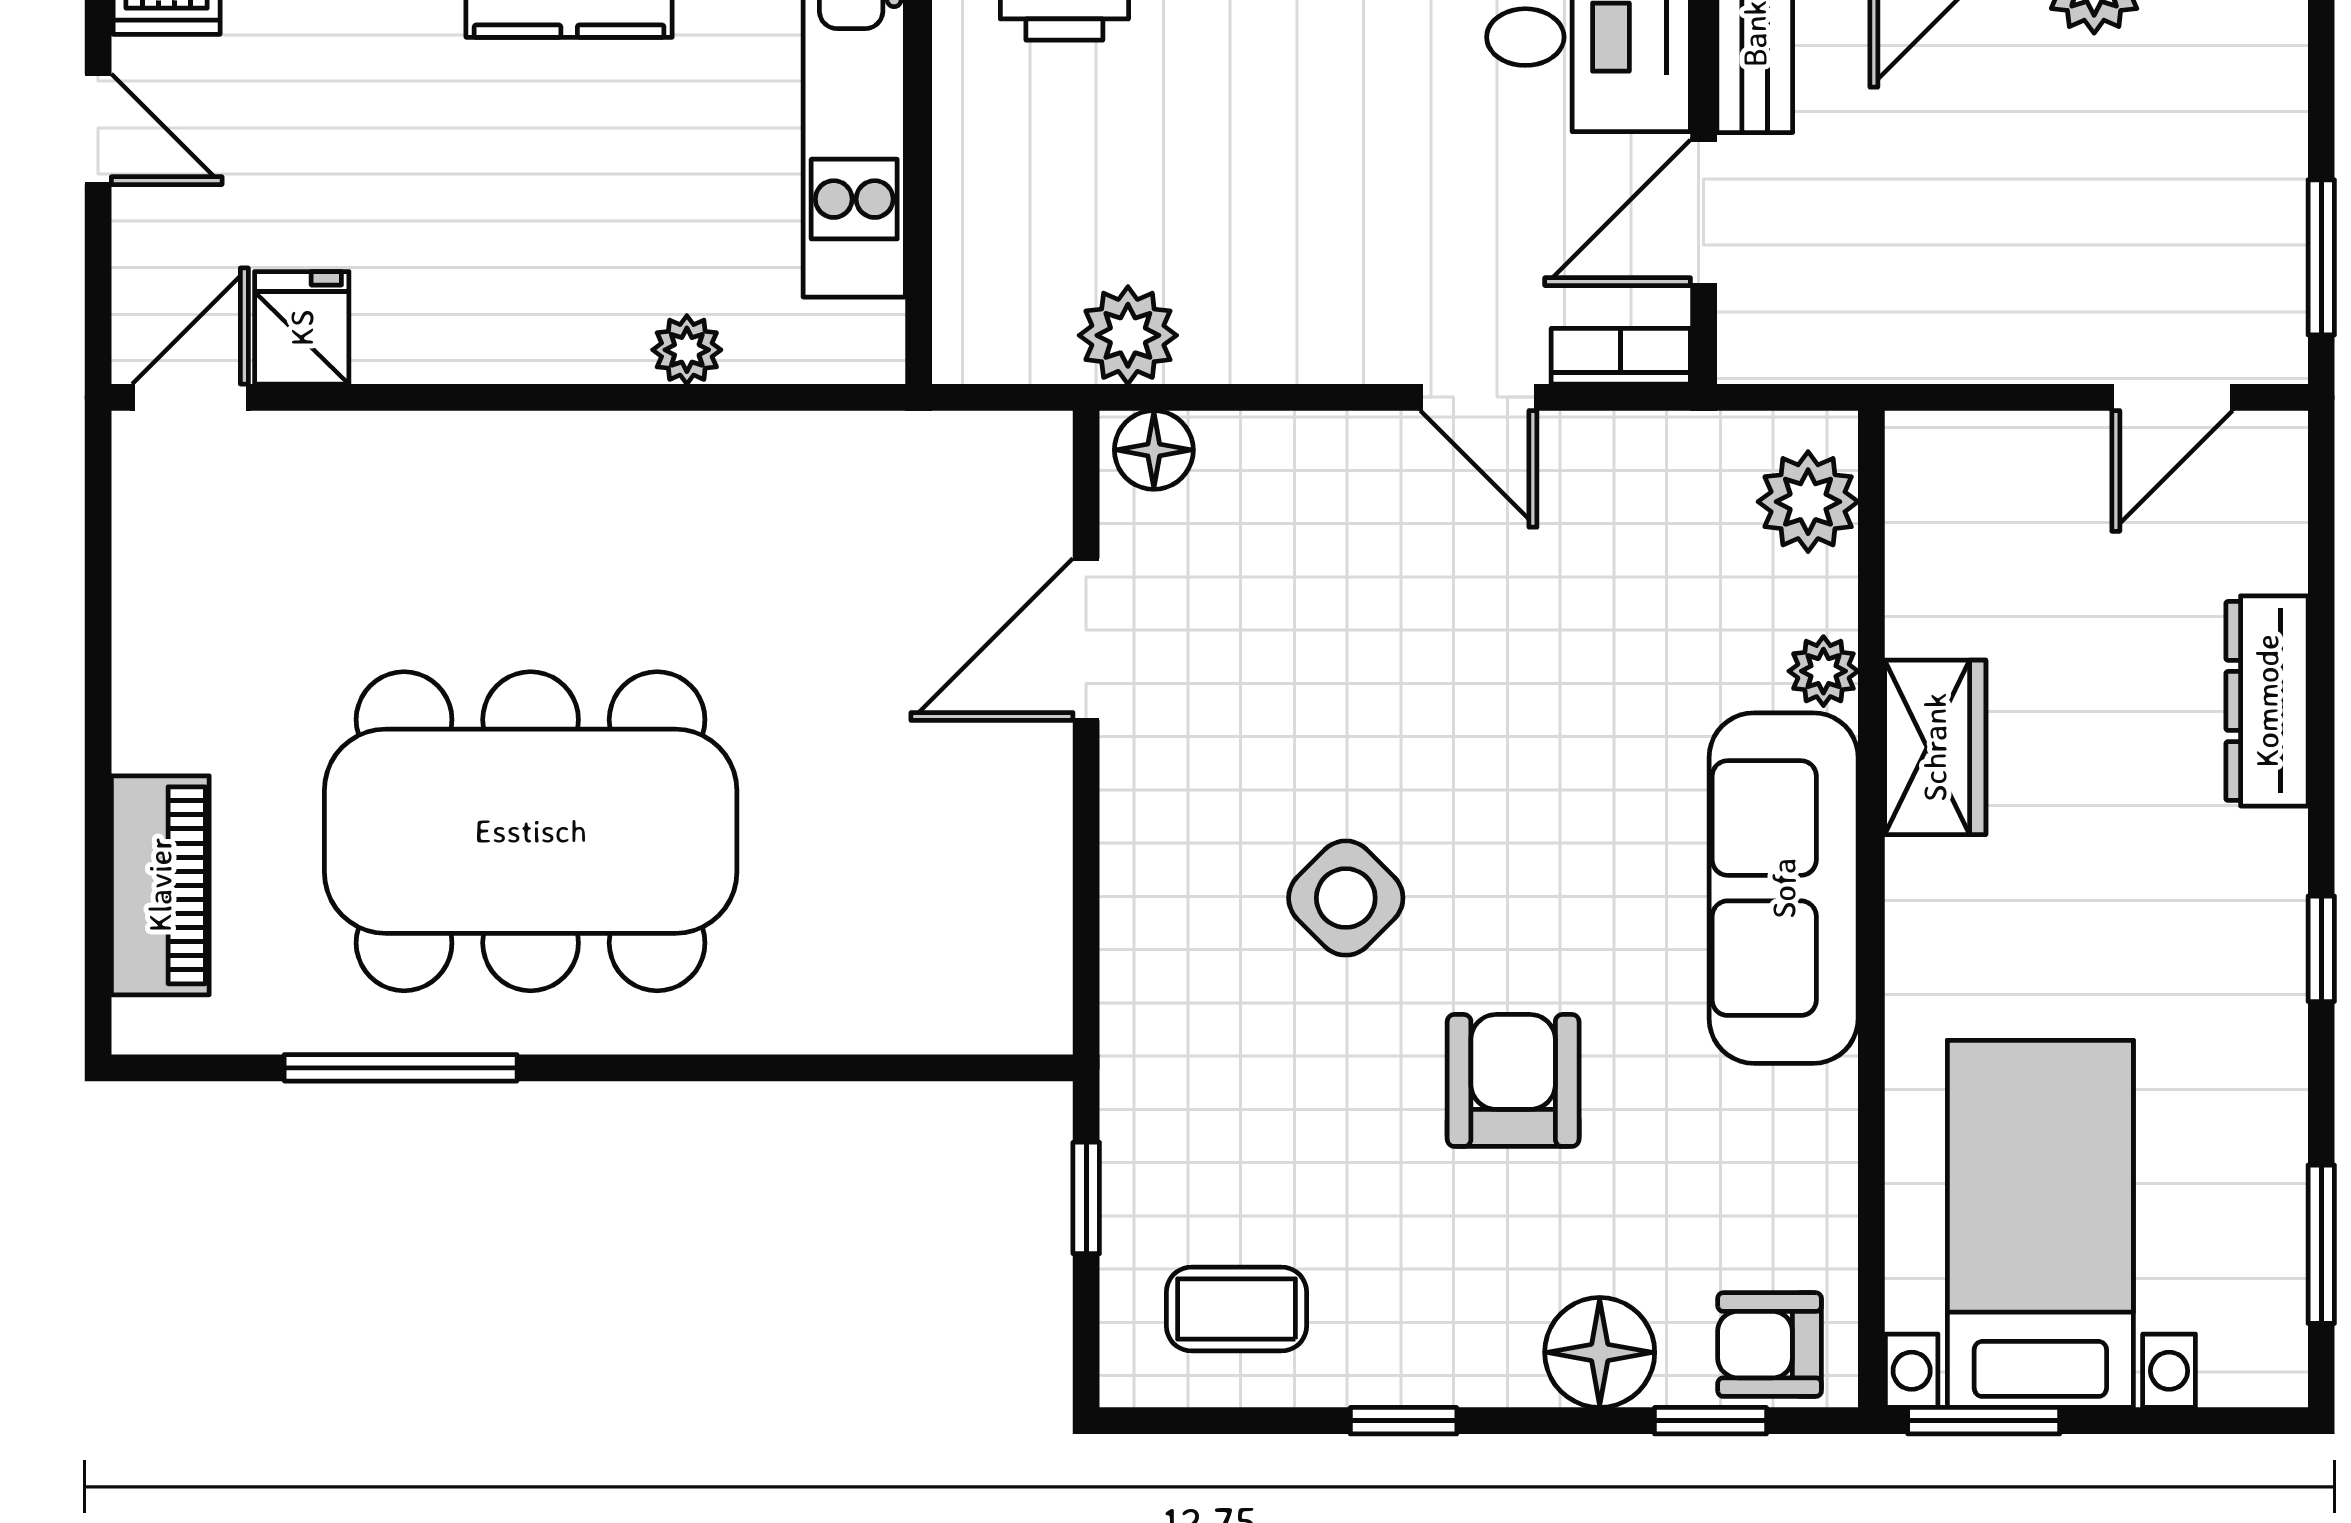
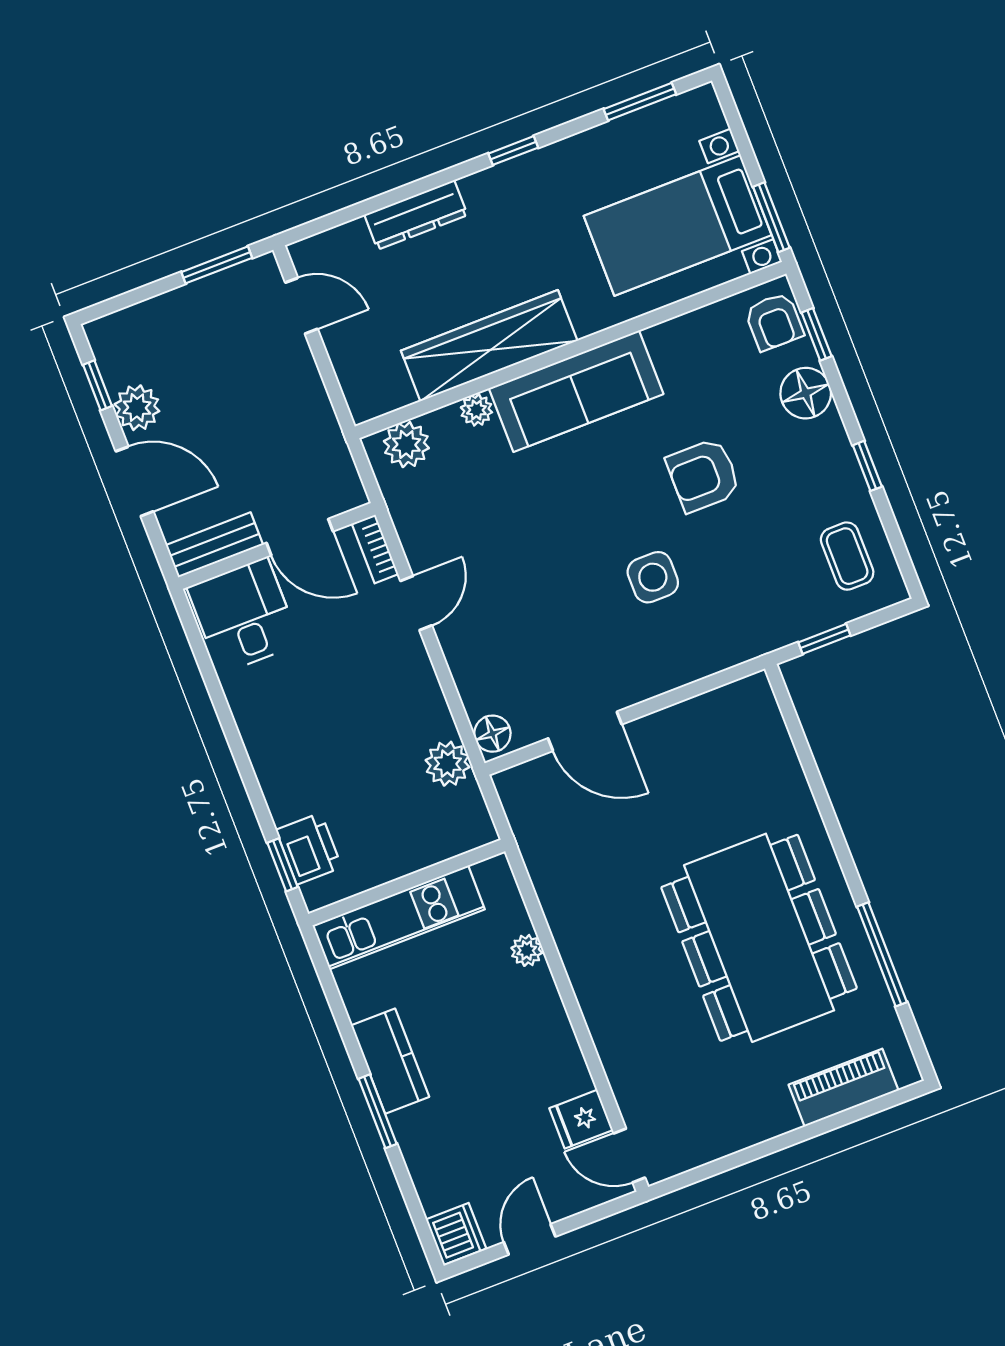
wardrobe: (1935, 747) -> (489, 346), width x2.10, depth x1.17
side table: (1346, 898) -> (653, 577), turned 45

